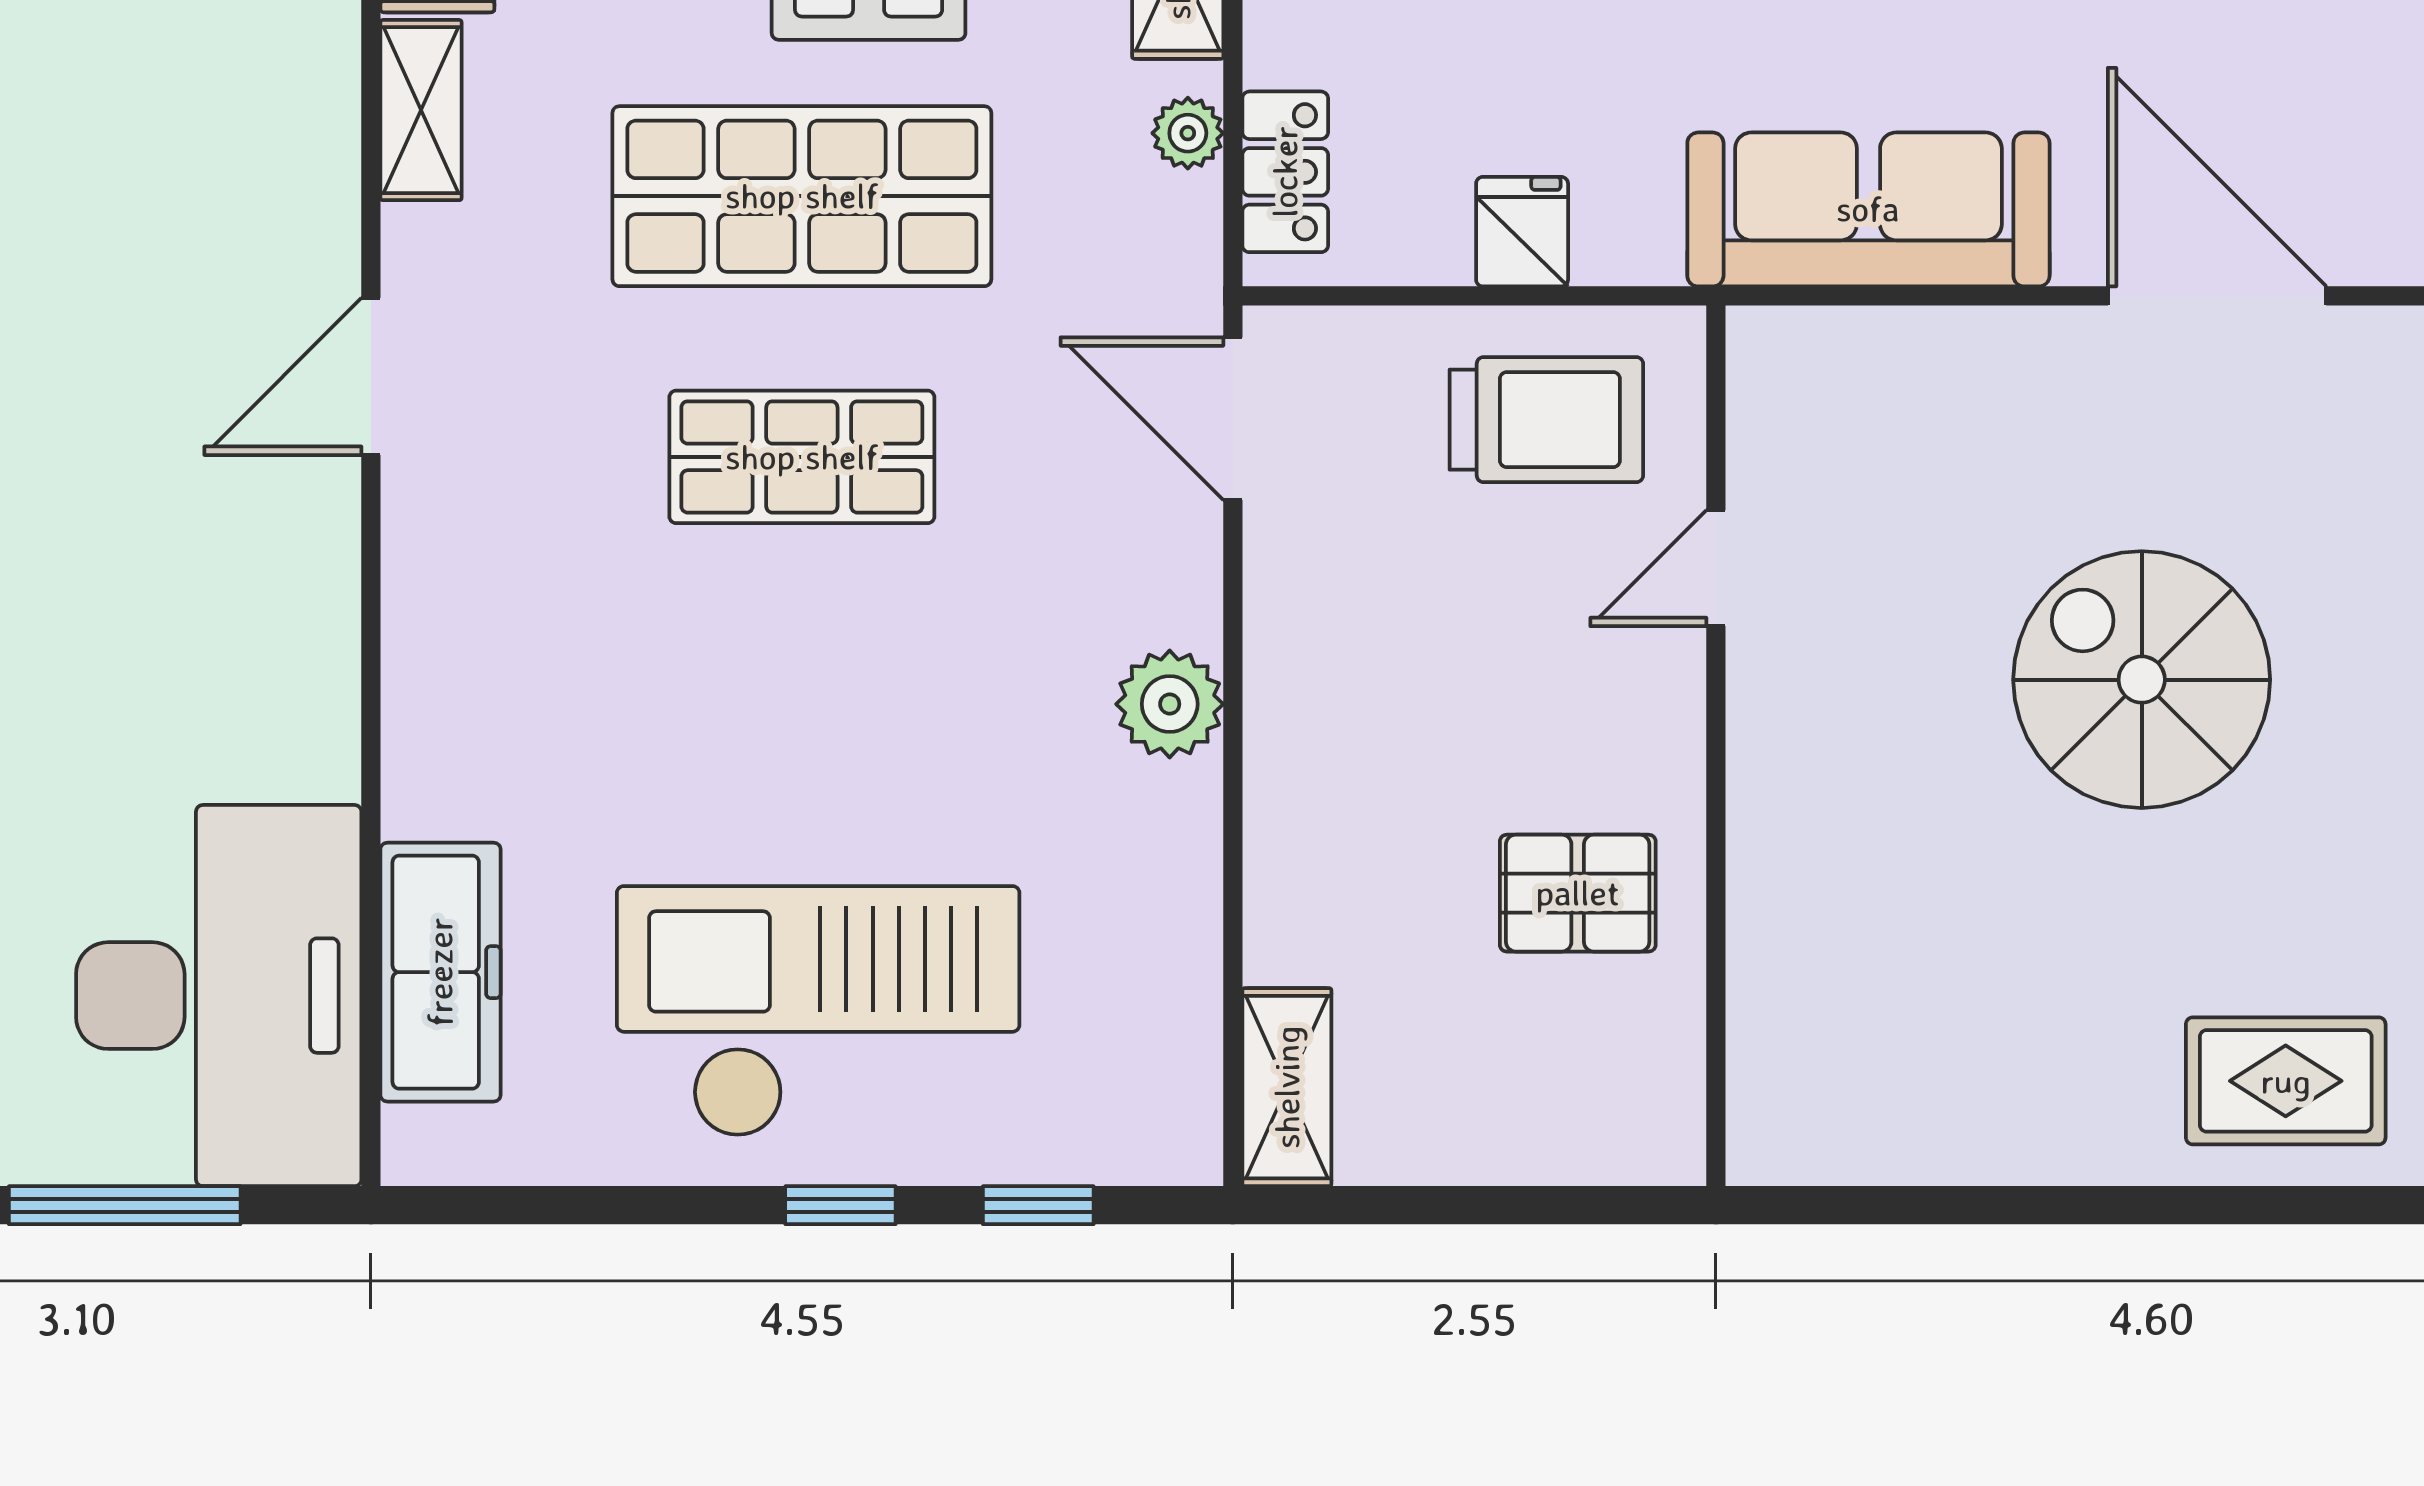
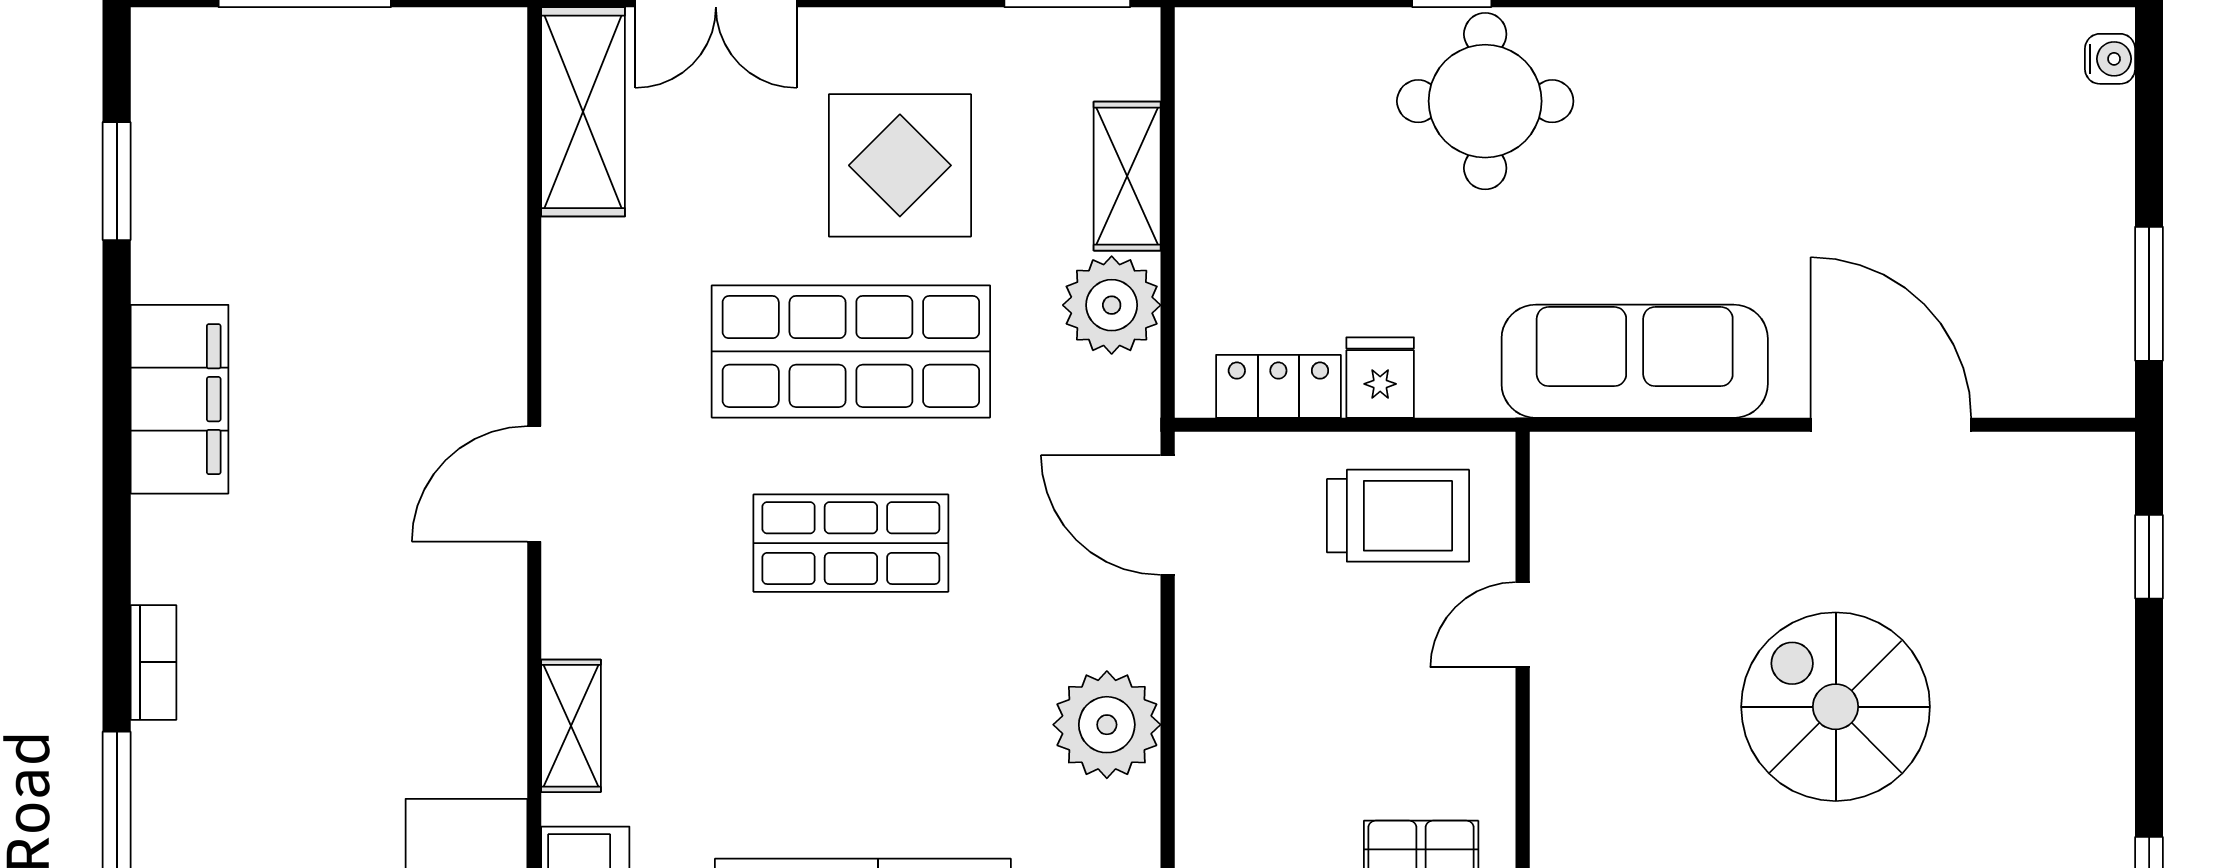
shelving: (421, 110) -> (571, 726), moved
plant: (1188, 133) -> (1112, 305), width x1.88, depth x1.88
locker: (1285, 172) -> (1278, 386), moved, turned -90
plant: (1170, 704) -> (1107, 725), width x1.36, depth x1.36

